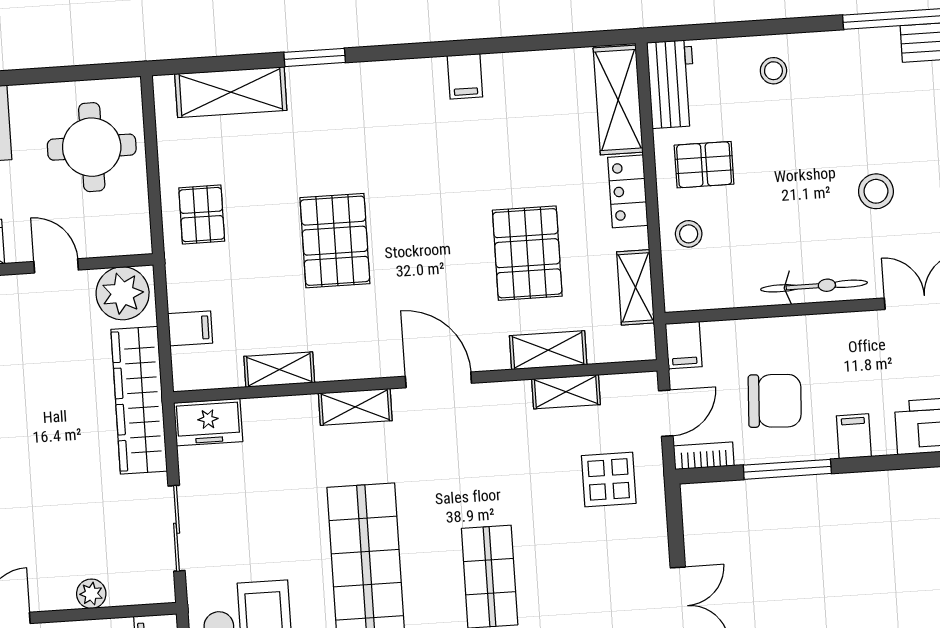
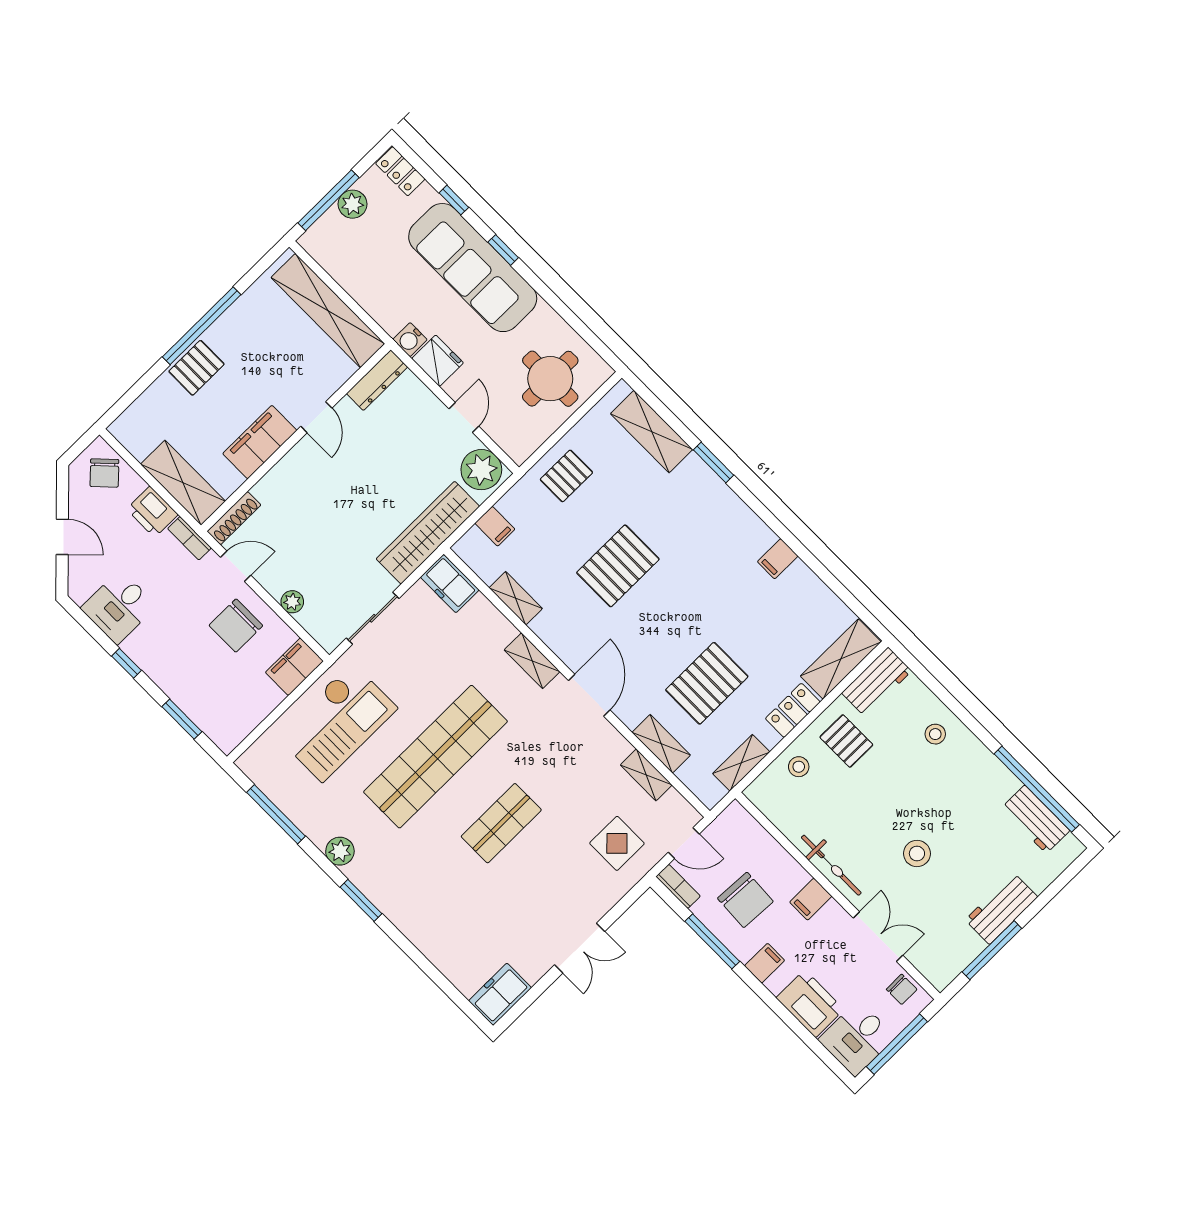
filing cabinet: (684, 345) -> (811, 899), moved

